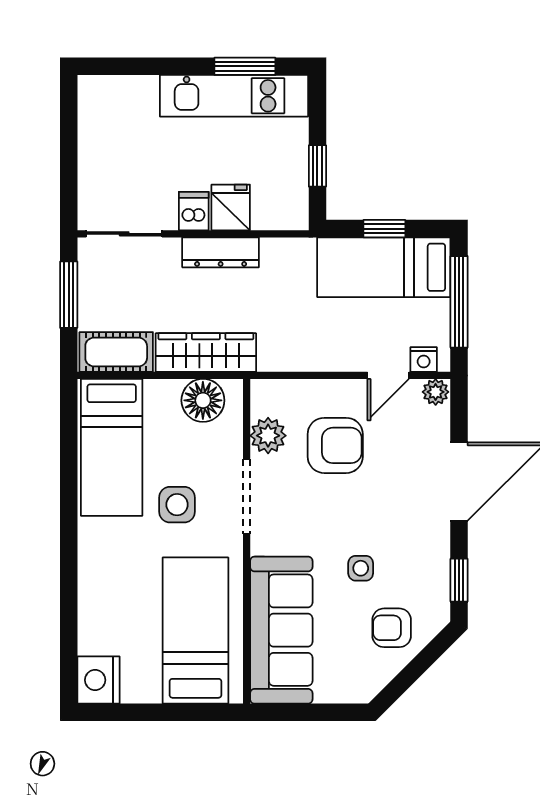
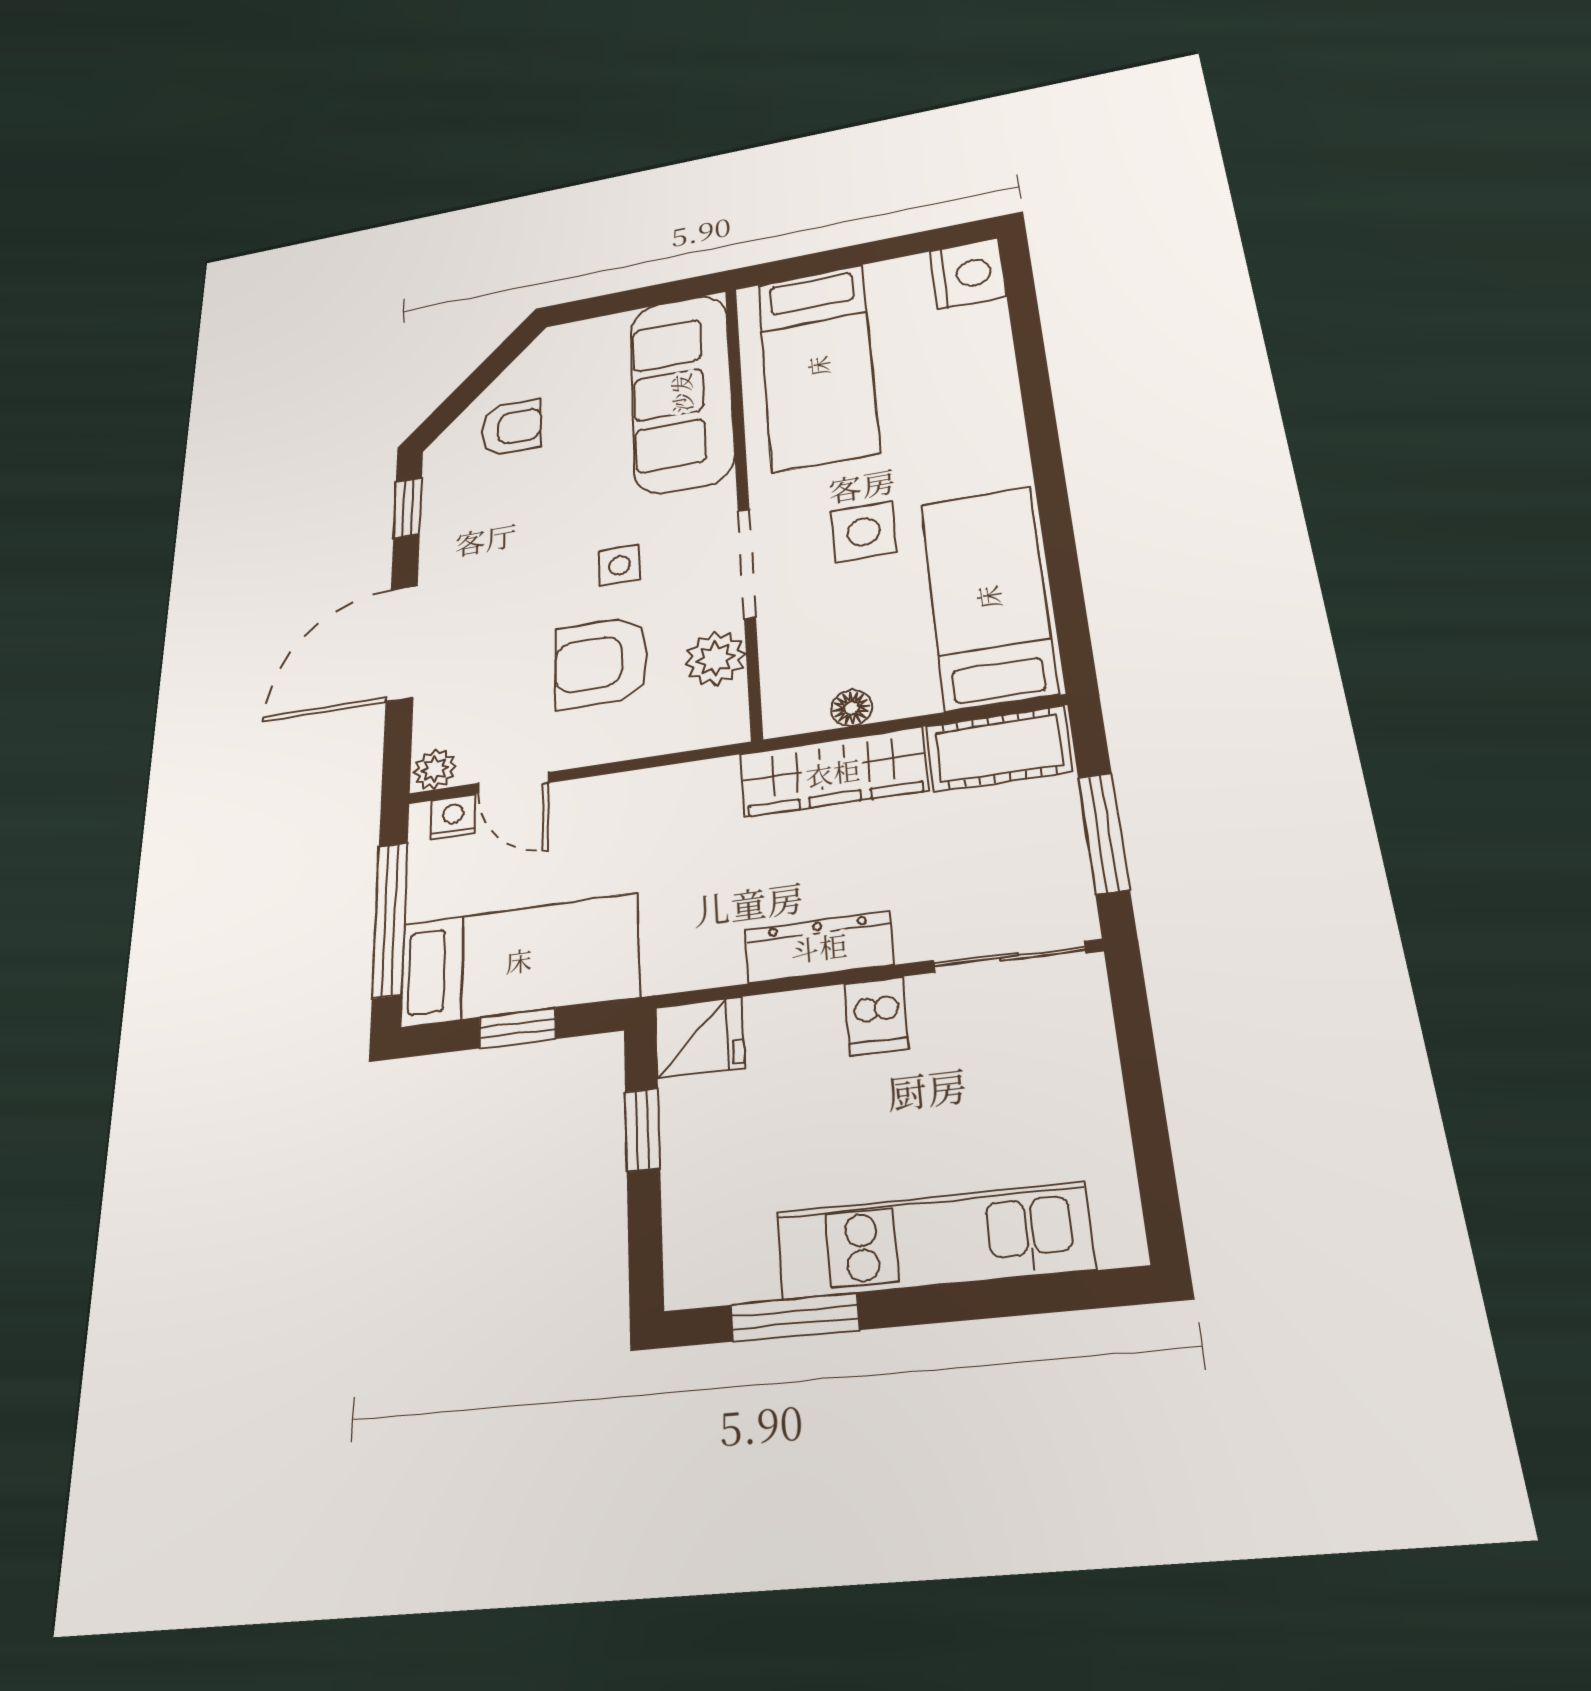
kitchen unit: (234, 96) -> (933, 1241), moved
fridge: (231, 207) -> (700, 1038), moved, turned -90
door: (388, 375) -> (513, 783), swing flipped
floor lamp: (203, 400) -> (851, 708), width x0.53, depth x0.53
side table: (361, 568) -> (619, 565), moved

